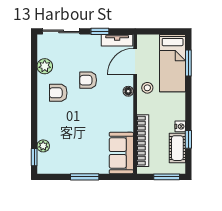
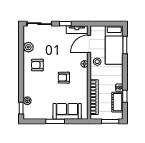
armchair: (88, 80) -> (64, 78), moved
sofa: (121, 153) -> (67, 111), moved, turned 90

